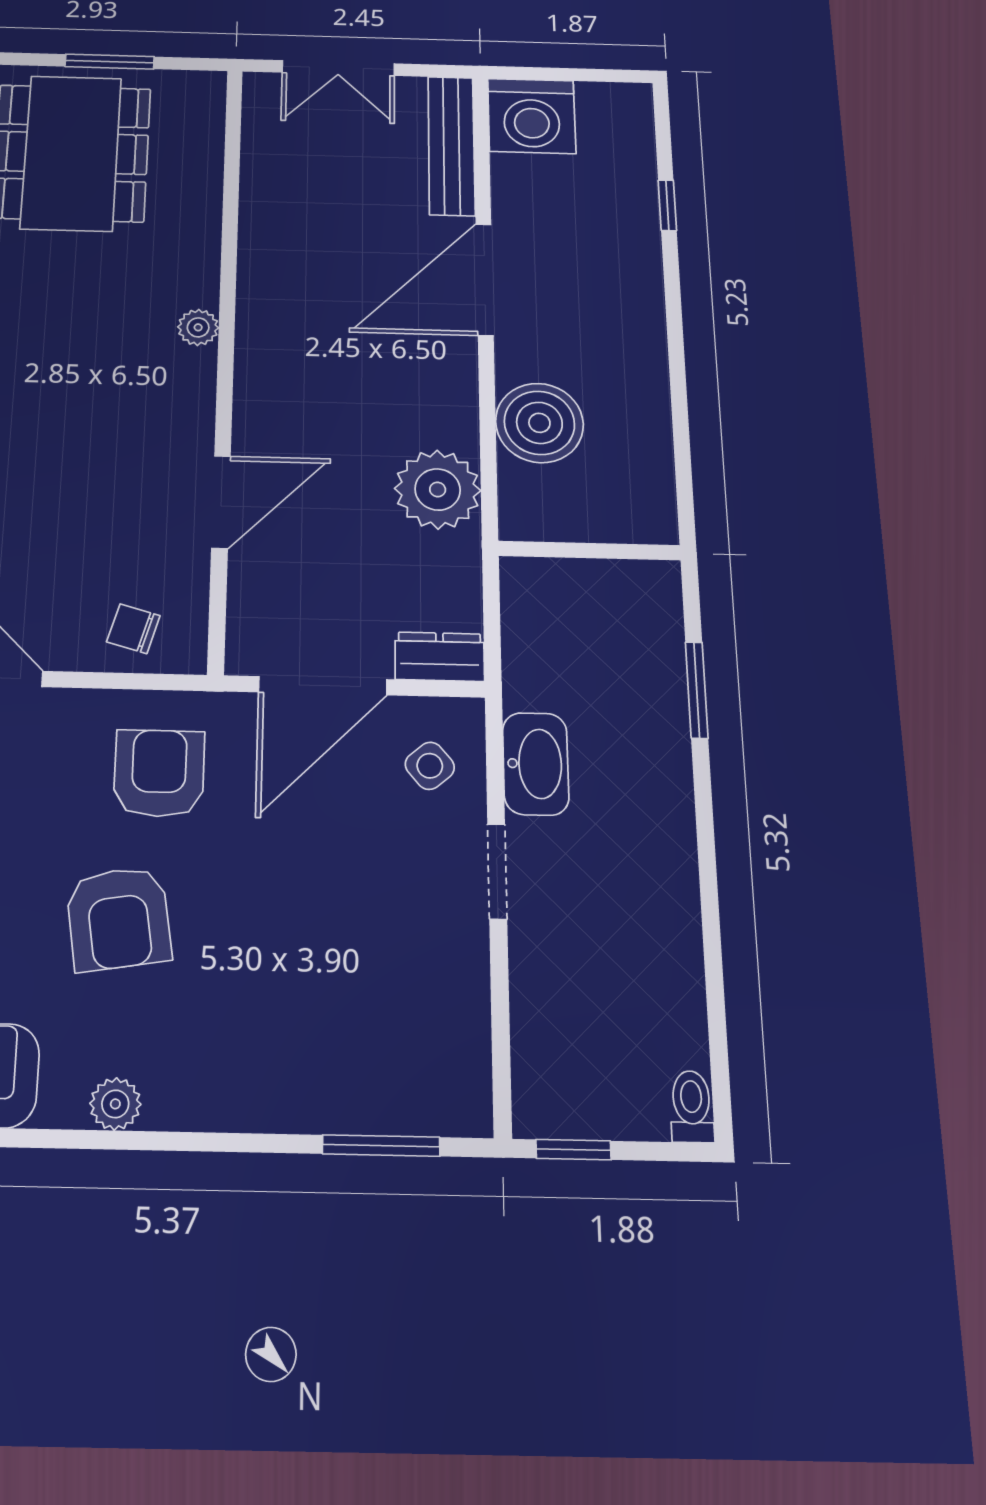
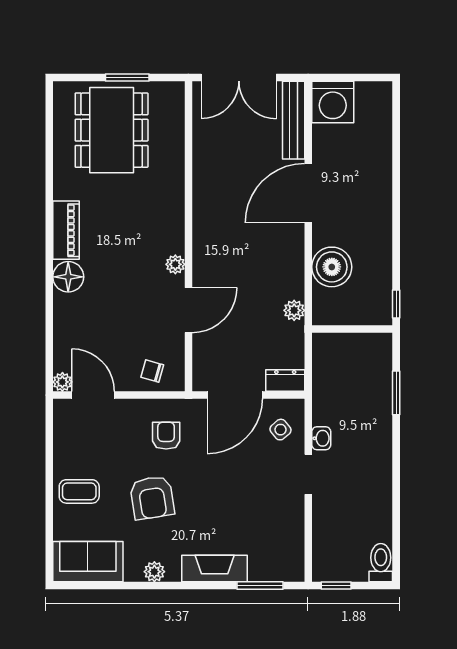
double door: (338, 68) -> (239, 77), width x1.37
window: (667, 205) -> (396, 304), moved
plant: (198, 327) -> (175, 264), moved
plant: (438, 489) -> (294, 310), width x0.53, depth x0.53
washbasin: (536, 764) -> (321, 438), width x0.52, depth x0.69
armchair: (159, 773) -> (166, 436), width x0.72, depth x0.72
fireplace: (267, 1099) -> (215, 569), added
toilet: (692, 1107) -> (381, 563), width x1.37, depth x1.39

